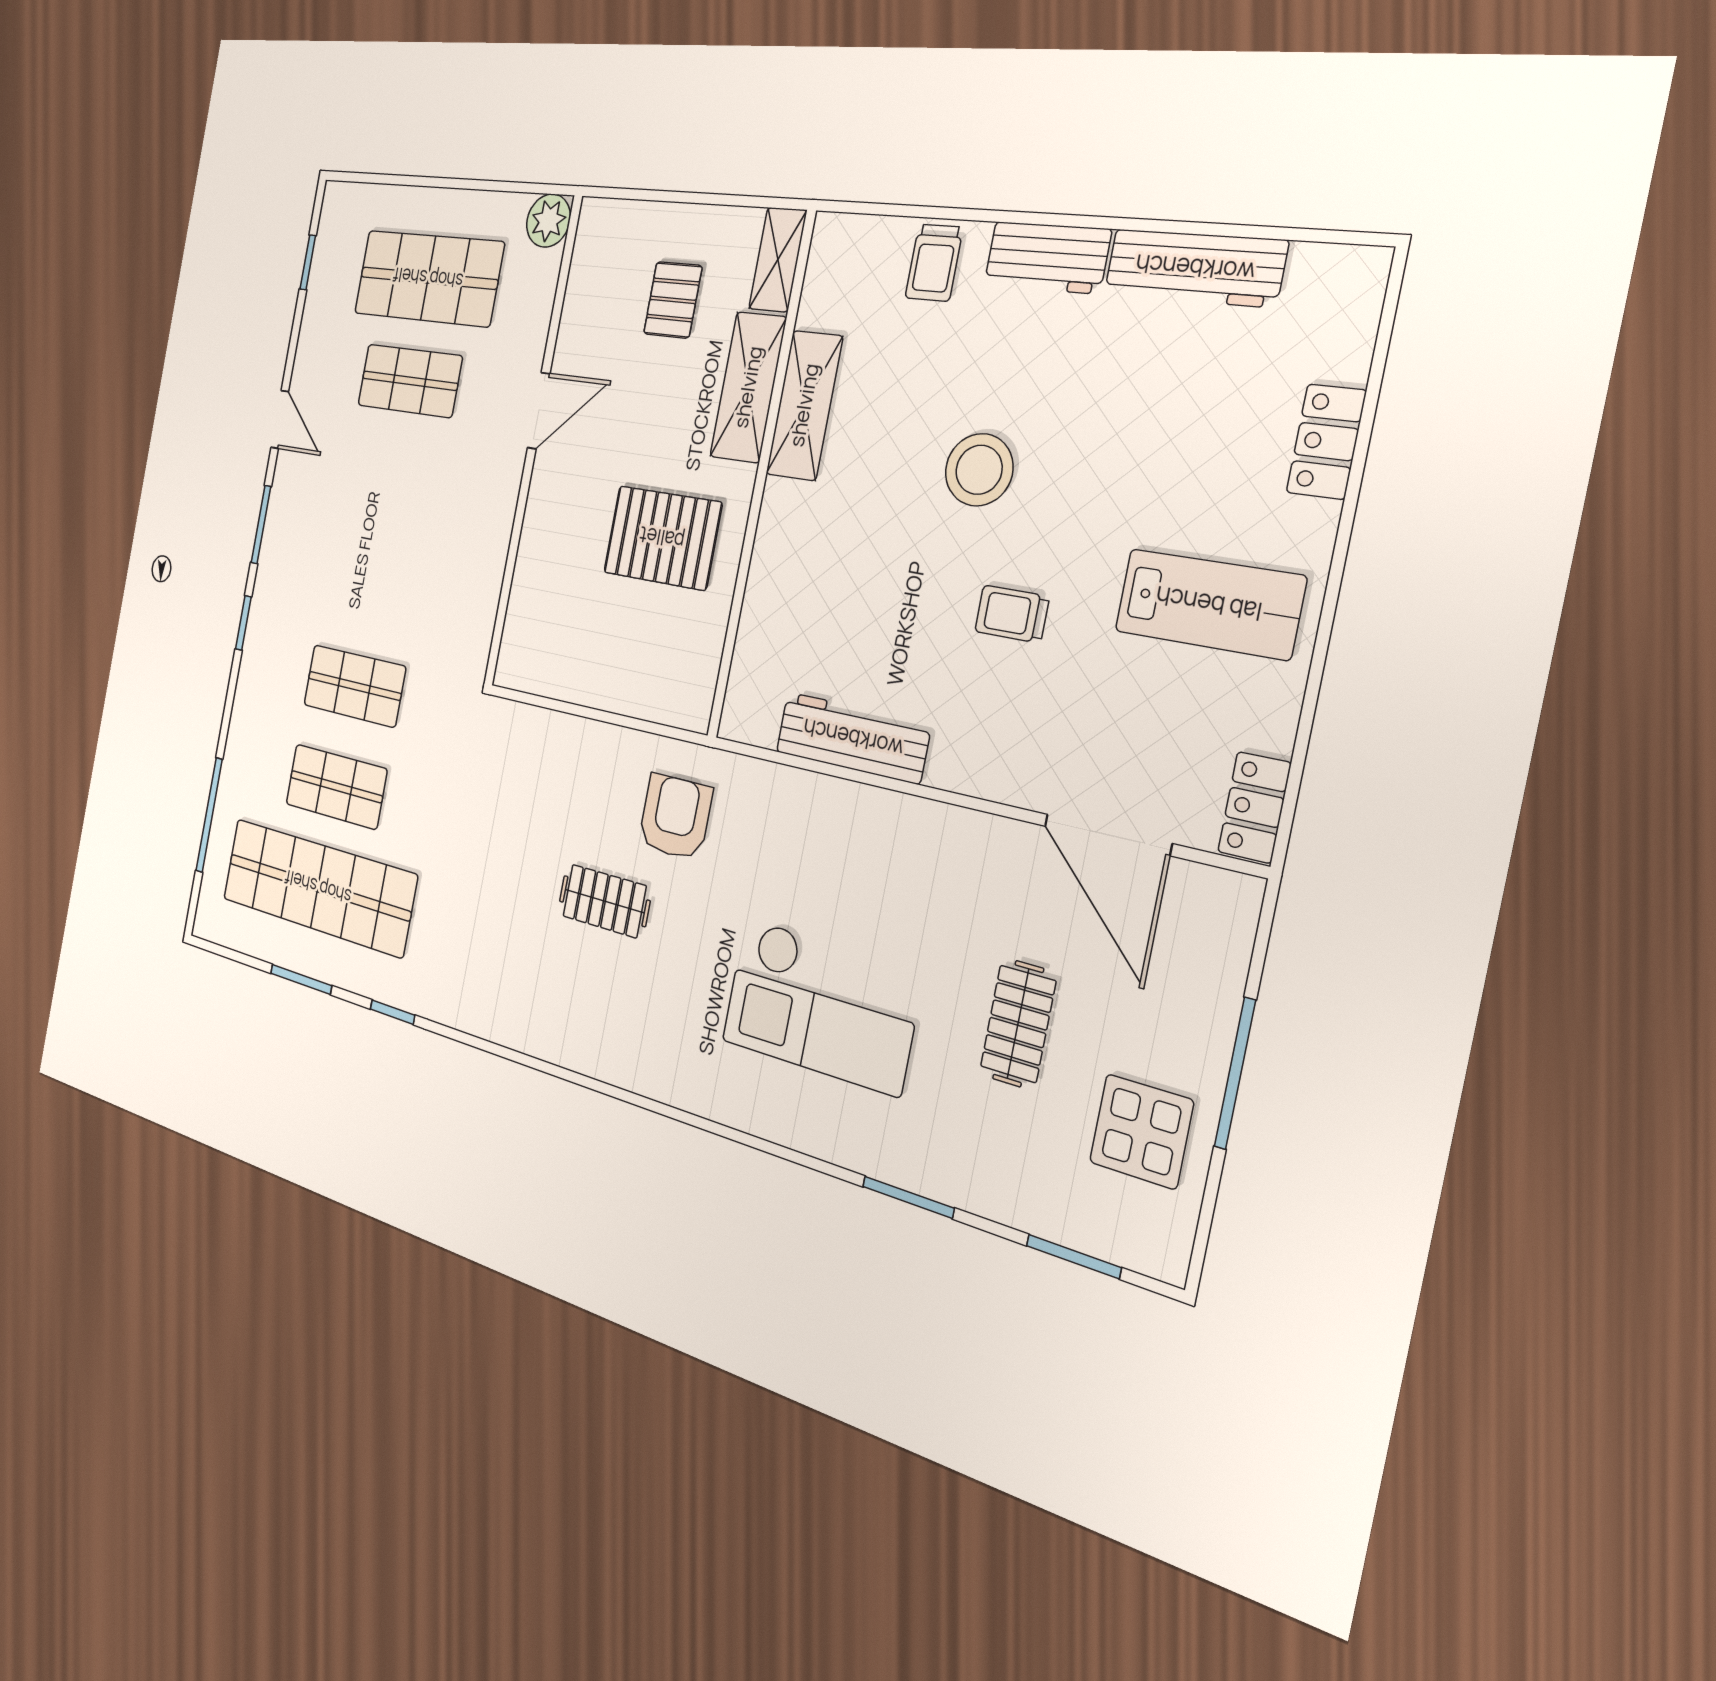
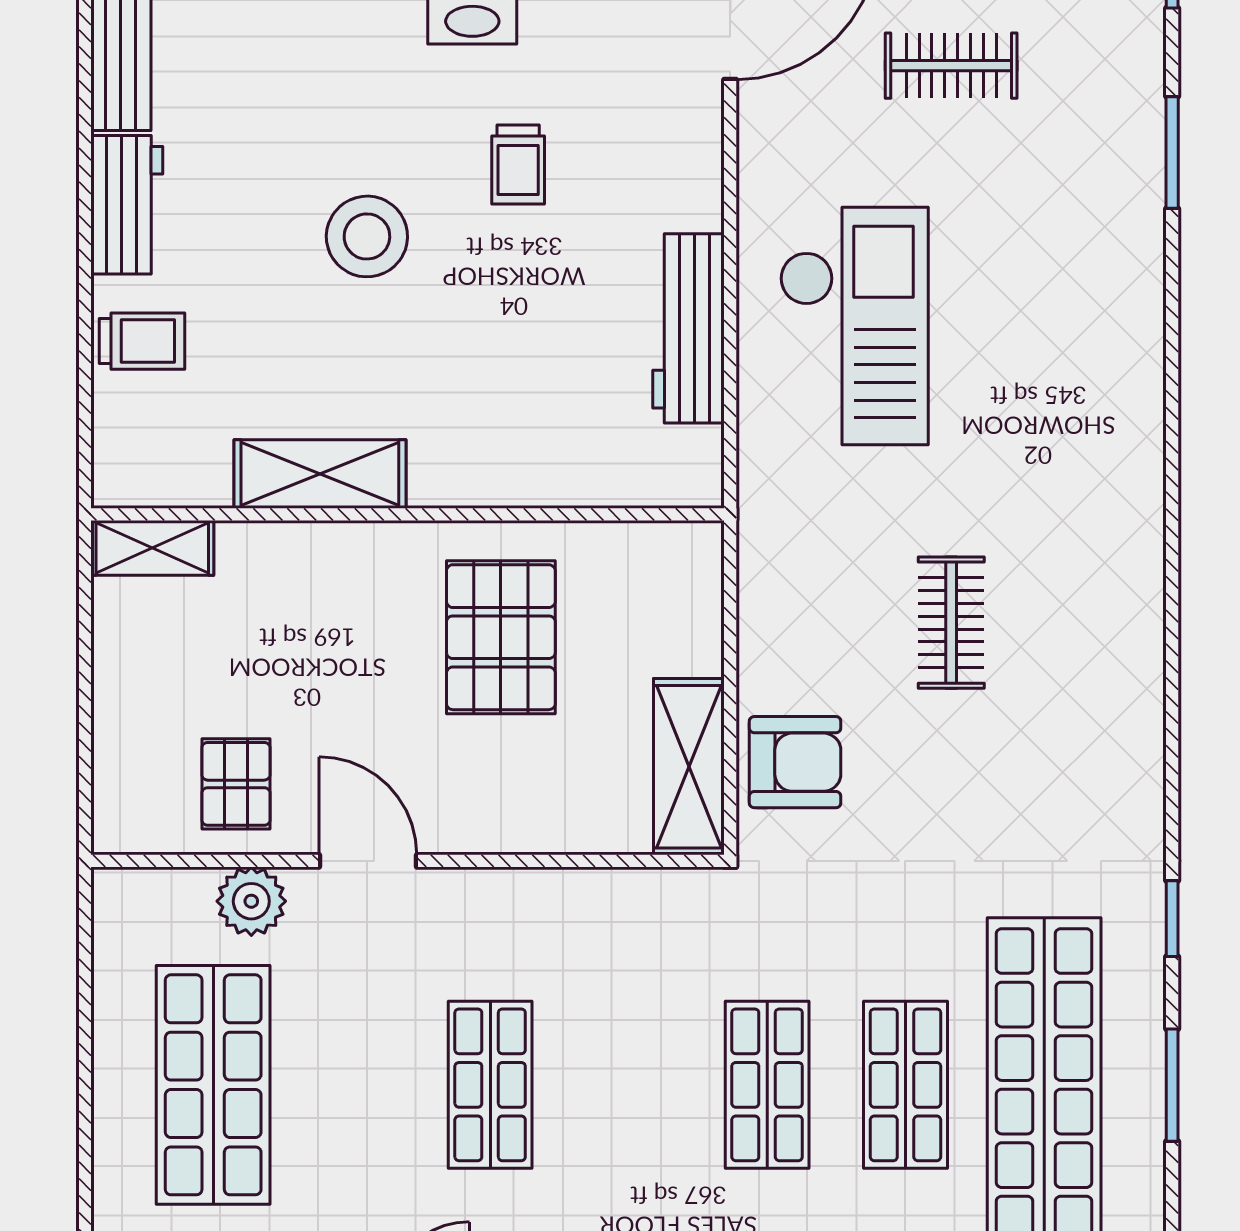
plant: (548, 221) -> (251, 901), moved
pallet: (673, 300) -> (236, 784), moved, turned 90
shop shelf: (410, 381) -> (490, 1085), moved
shelving: (748, 387) -> (689, 767), moved, turned 90
armchair: (675, 817) -> (795, 762), moved, turned 180
checkout: (821, 1006) -> (854, 326), moved

